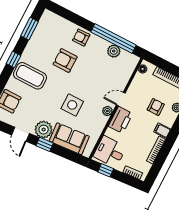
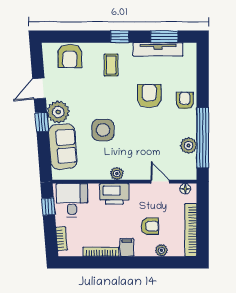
tv unit: (36, 38) -> (158, 49), added
coffee table: (30, 76) -> (111, 65), width x0.54, depth x0.58
door: (121, 99) -> (160, 182), moved

